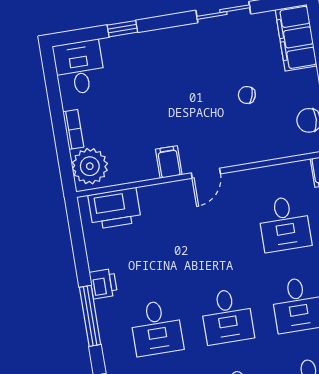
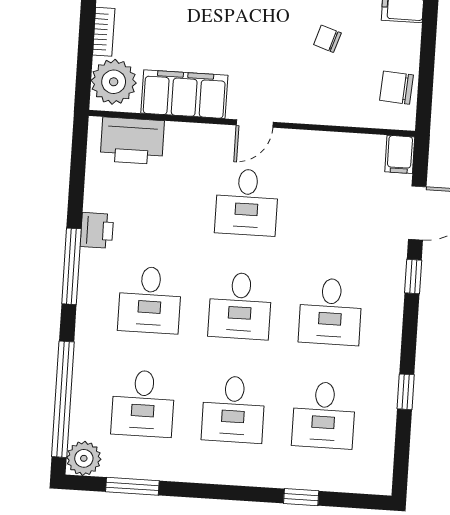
filing cabinet: (169, 162) -> (184, 94), width x3.00, depth x1.17
desk: (284, 224) -> (247, 202), moved

